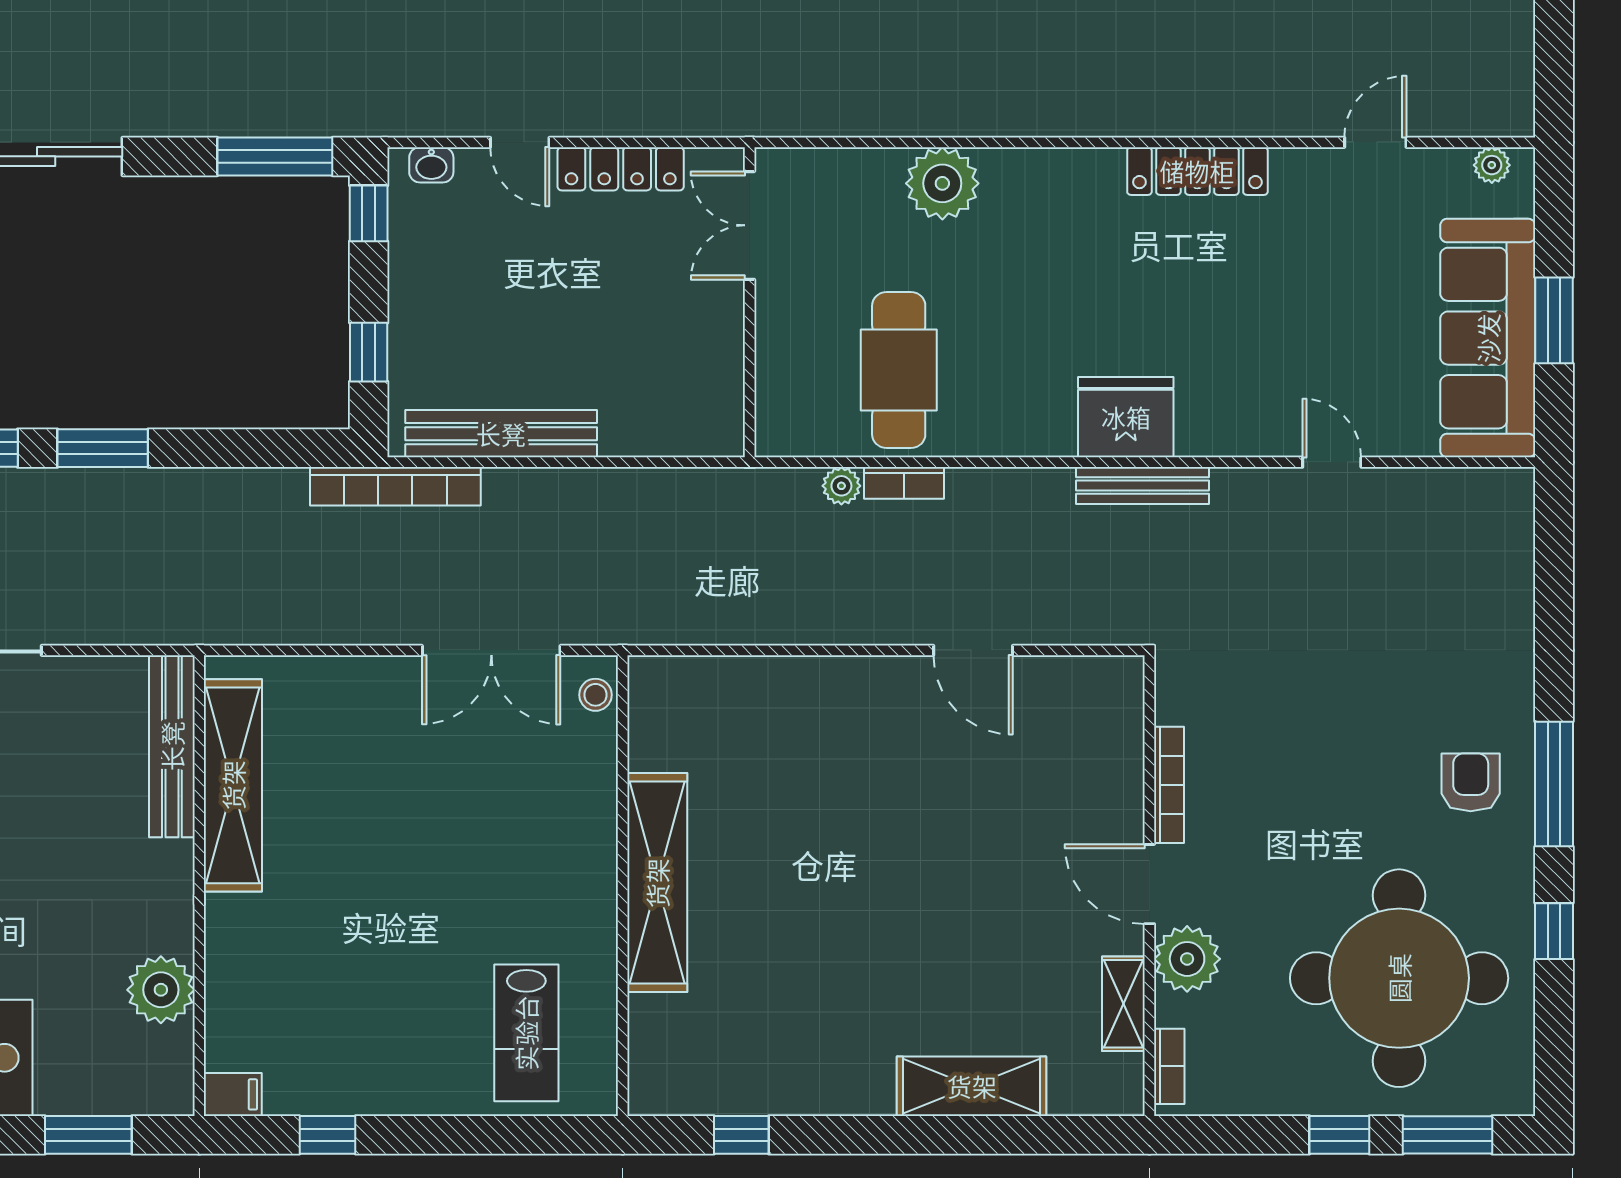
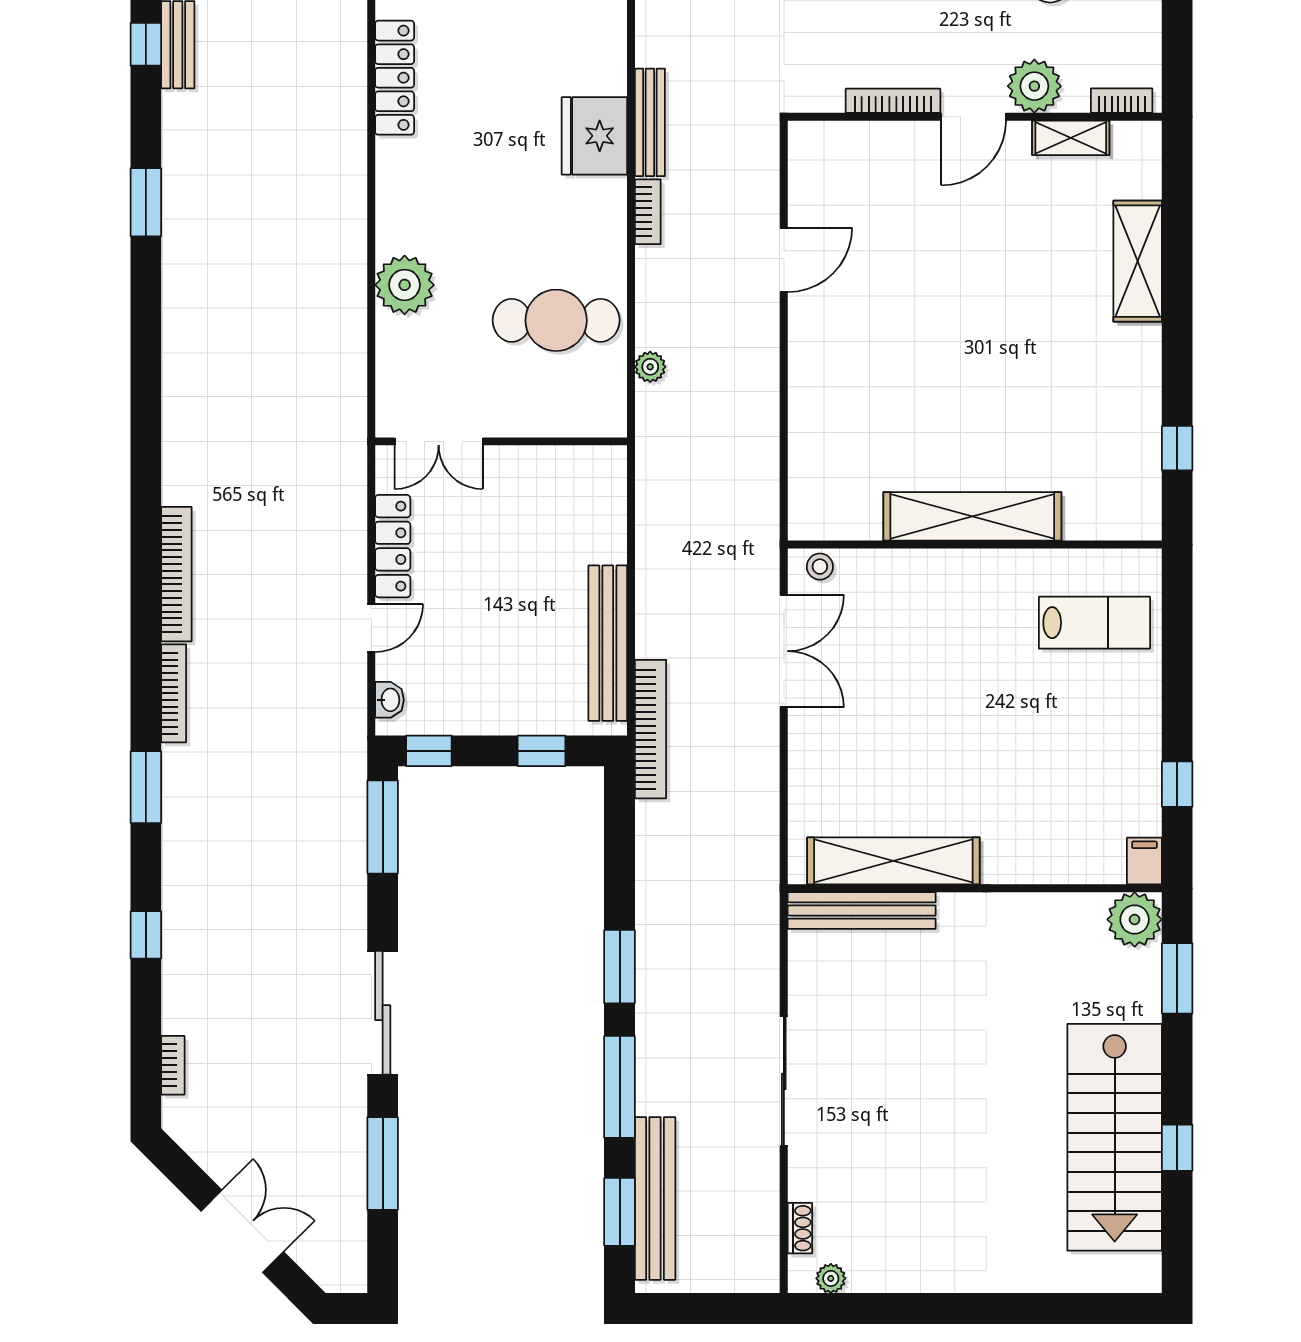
bookcase: (904, 483) -> (648, 212), moved
plant: (161, 990) -> (1135, 919), moved

